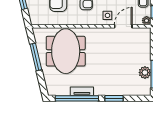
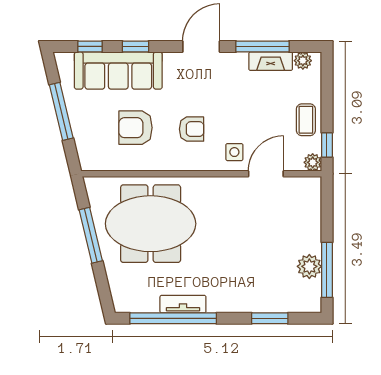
meeting table: (66, 51) -> (151, 224), turned 90
window: (114, 98) -> (270, 318), moved

